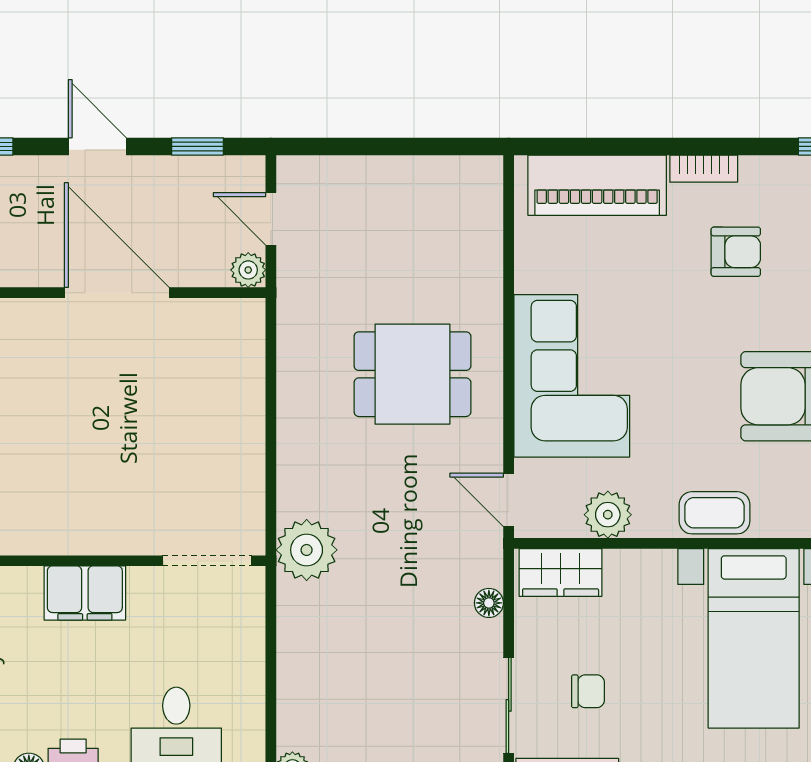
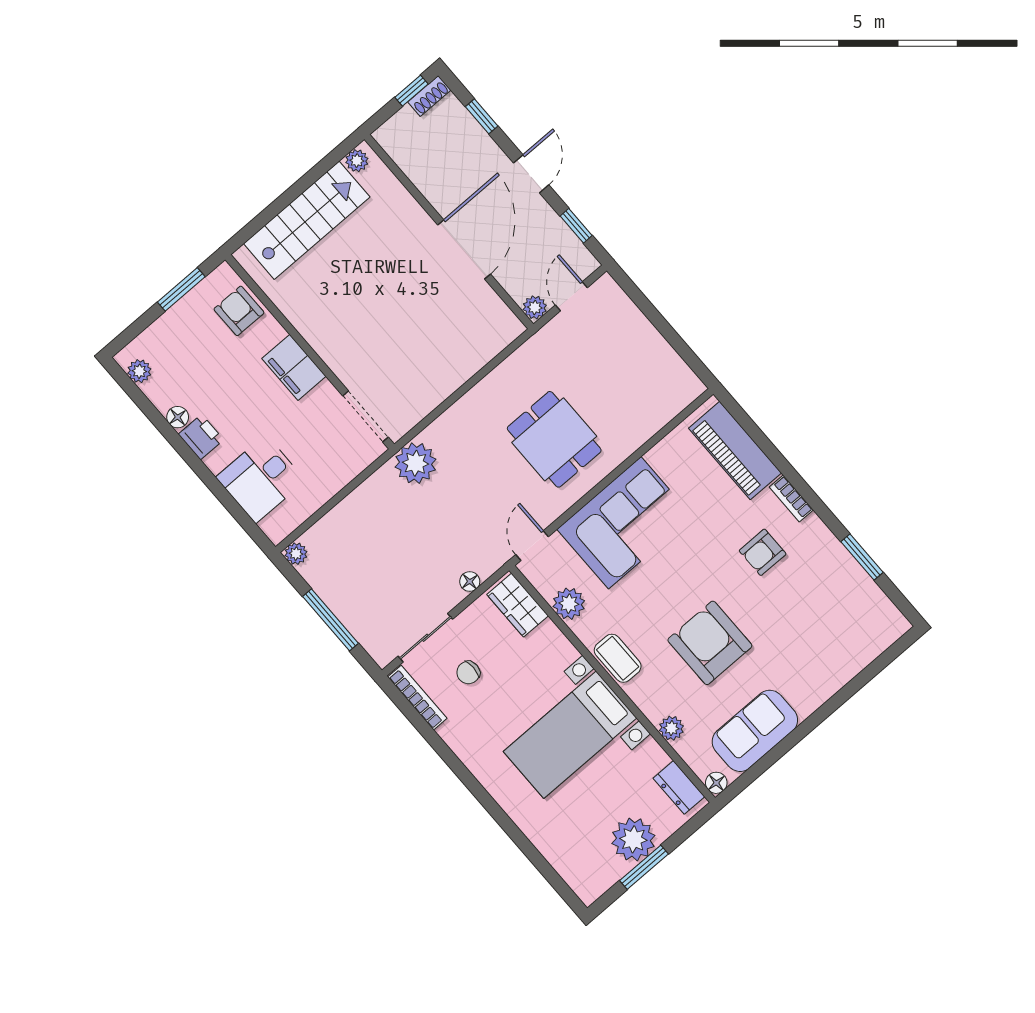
armchair: (736, 252) -> (763, 552), turned 90
chair: (588, 691) -> (468, 673), turned 90

